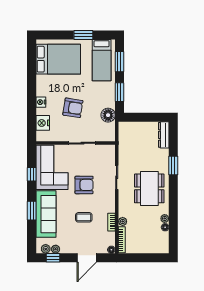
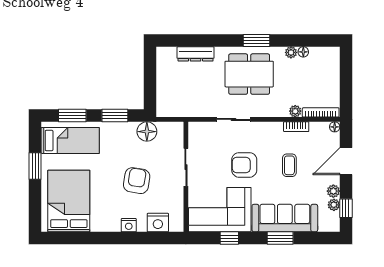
dresser: (164, 135) -> (196, 54), moved
window: (173, 166) -> (257, 41), moved
armchair: (84, 185) -> (244, 165), turned -90
plant: (46, 249) -> (333, 191), moved
door: (87, 258) -> (346, 161), swing flipped

